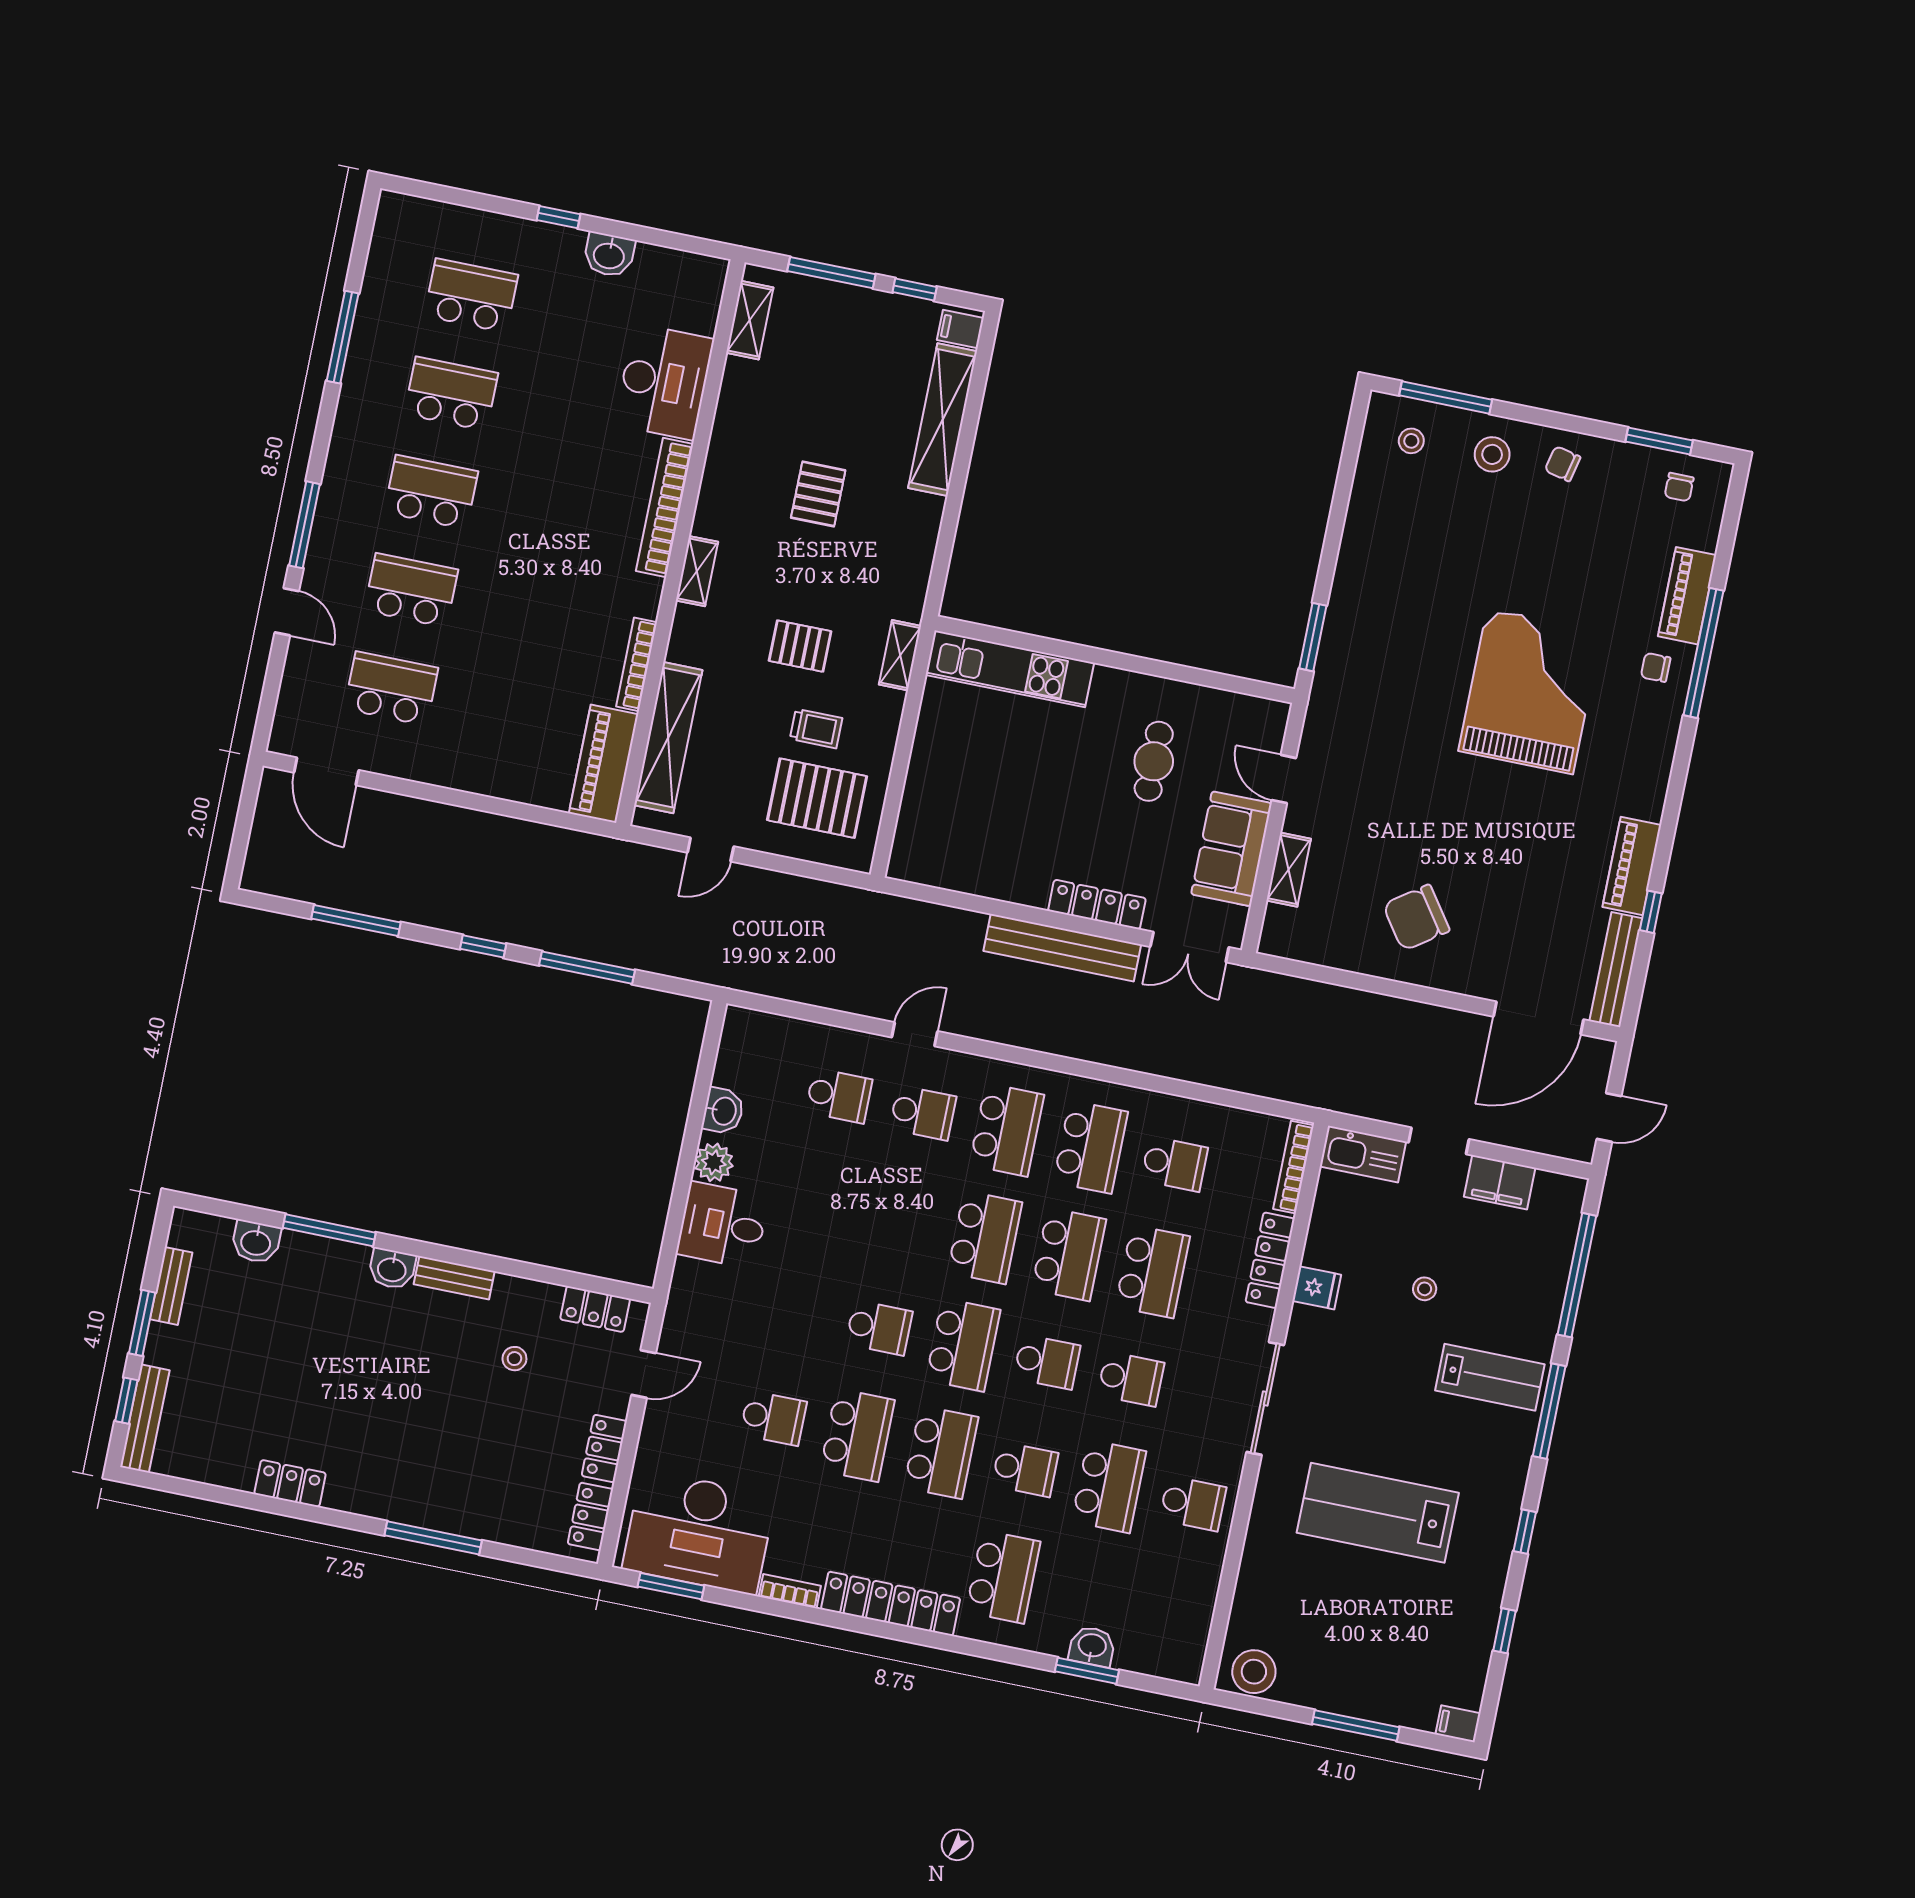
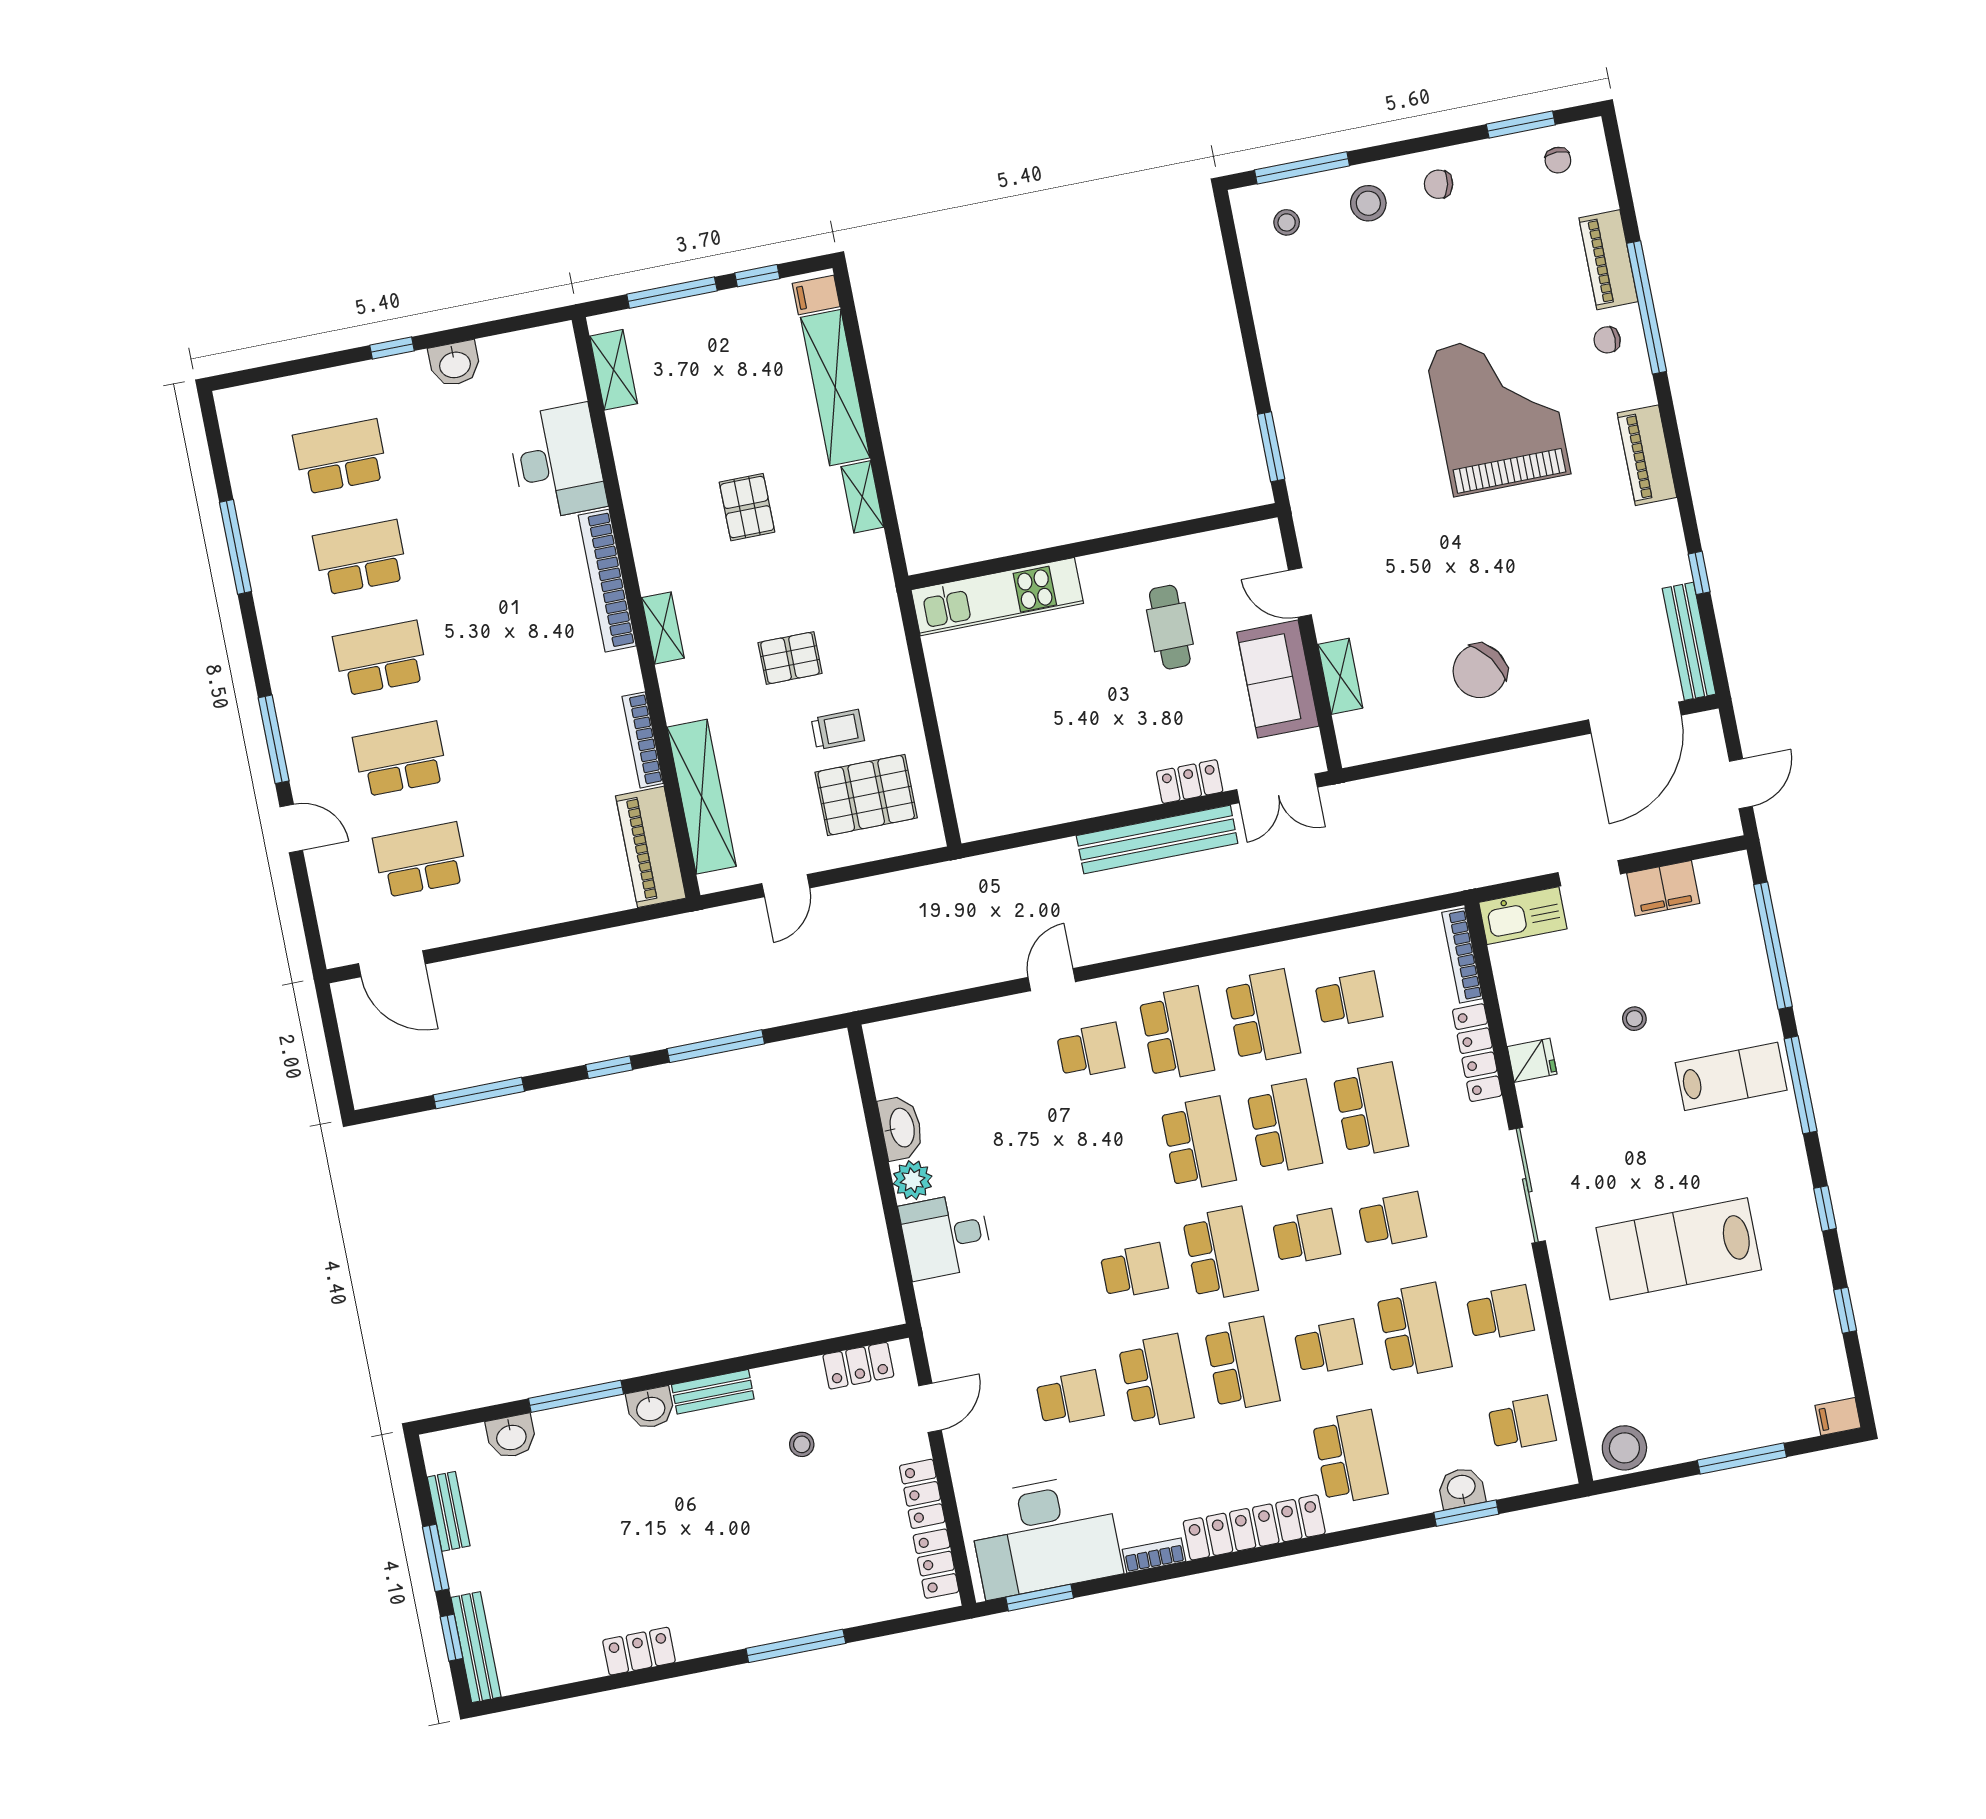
shelving: (900, 655) -> (862, 497), moved
piano: (1632, 866) -> (1647, 455), moved
locker: (1097, 904) -> (1190, 782), width x0.66
school desk: (839, 1096) -> (1522, 1423), moved
washbasin: (723, 1111) -> (901, 1128), width x1.38

